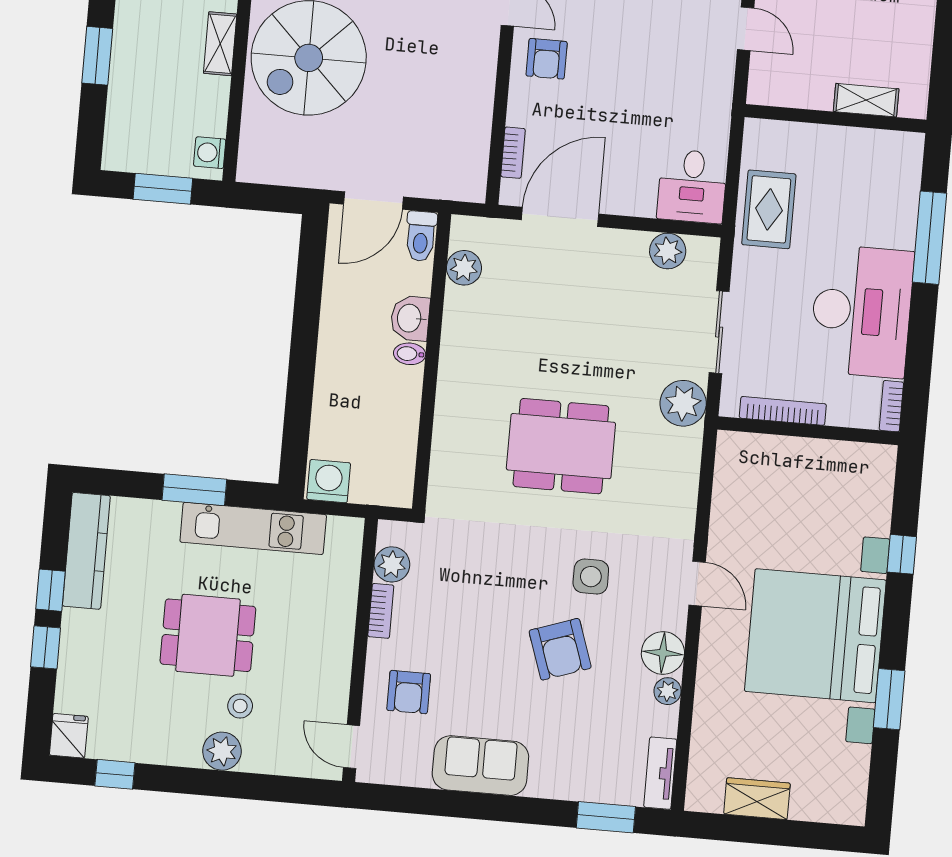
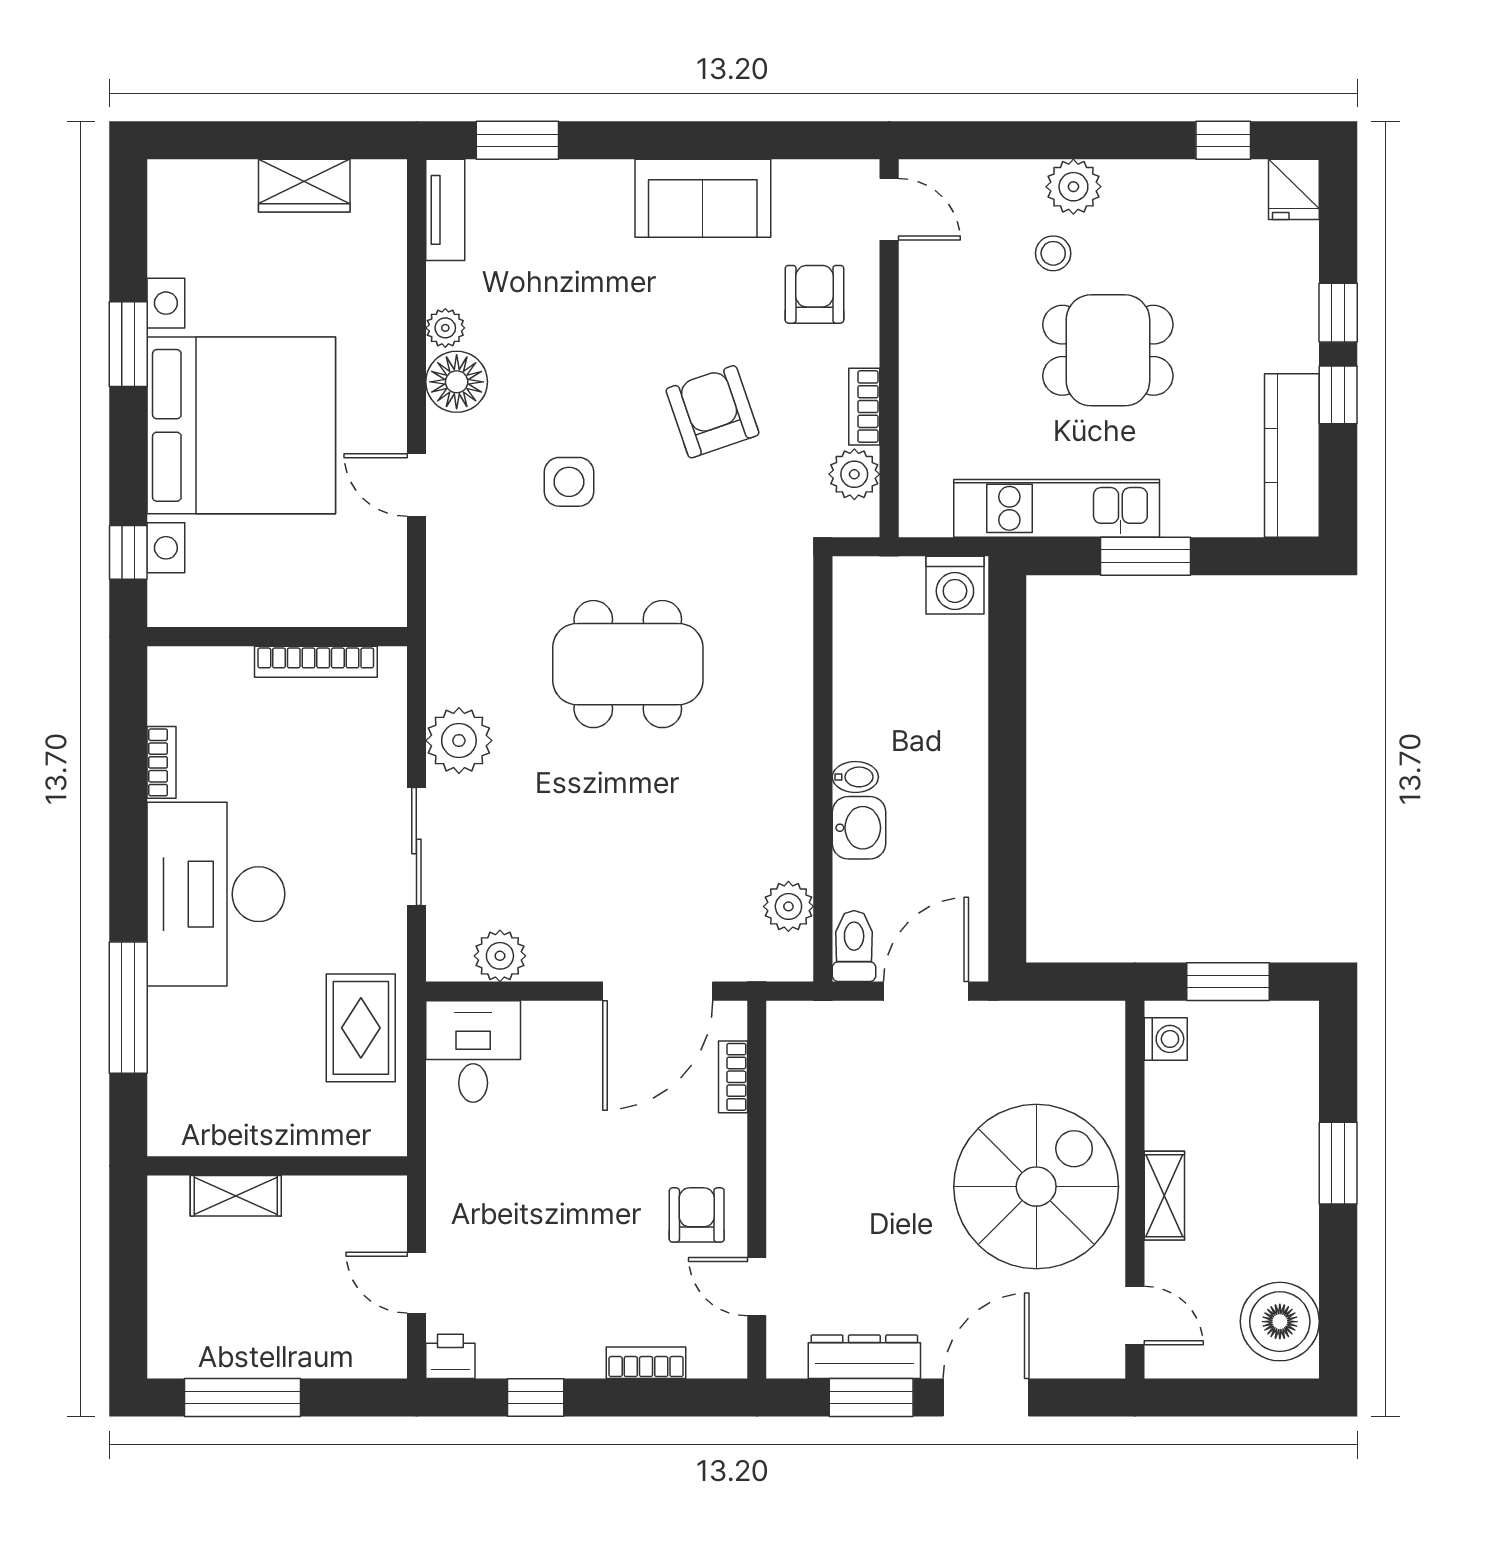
bookcase: (783, 411) -> (316, 662), moved
wall: (808, 431) -> (277, 637), moved
armchair: (560, 649) -> (712, 412), moved

